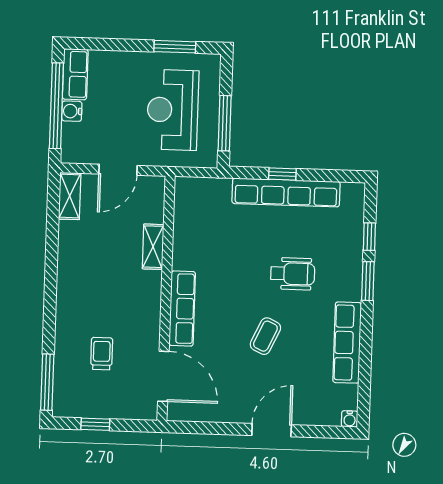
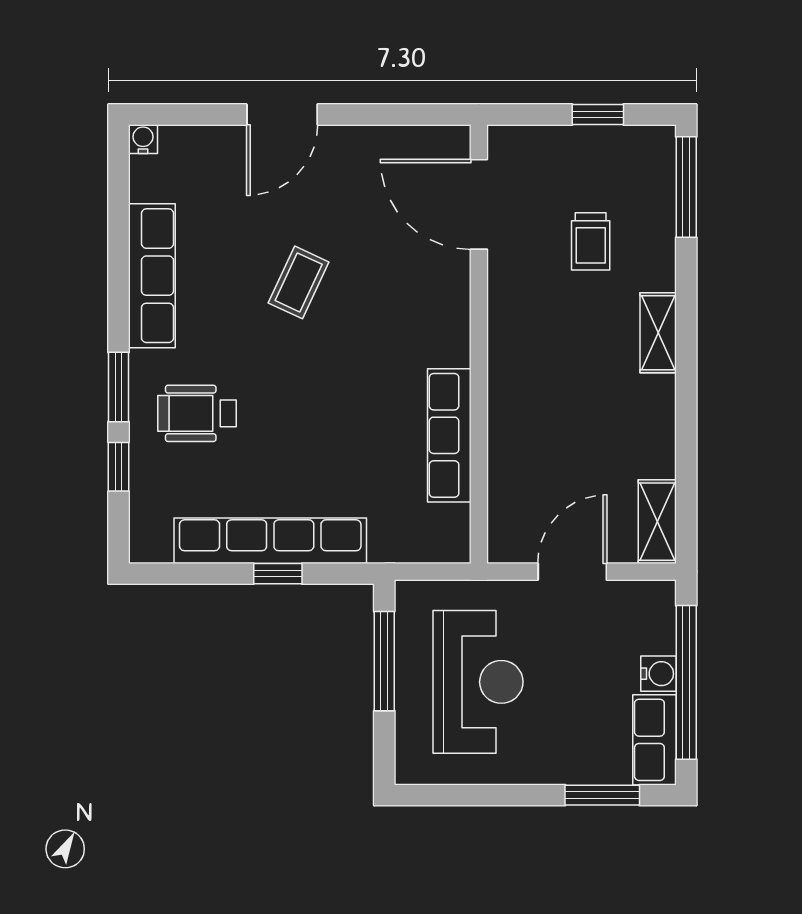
window: (175, 47) -> (602, 795), moved
shelving: (153, 247) -> (658, 333), moved
wheelchair: (293, 274) -> (197, 413), moved
row of seats: (182, 309) -> (449, 435), moved

